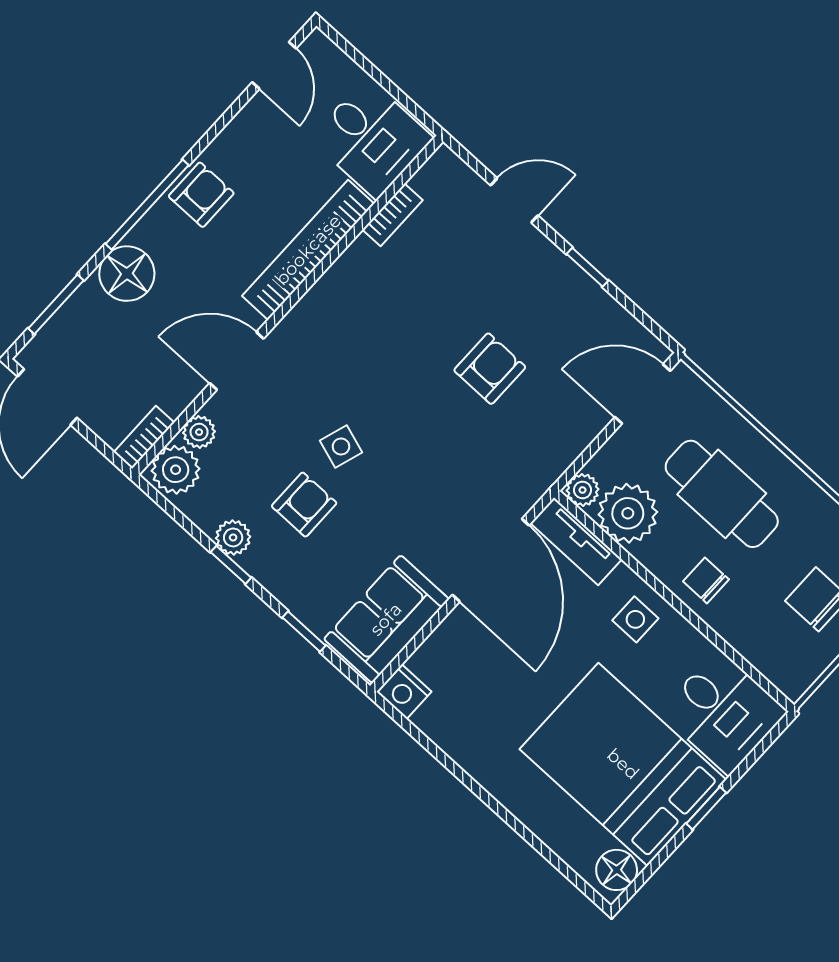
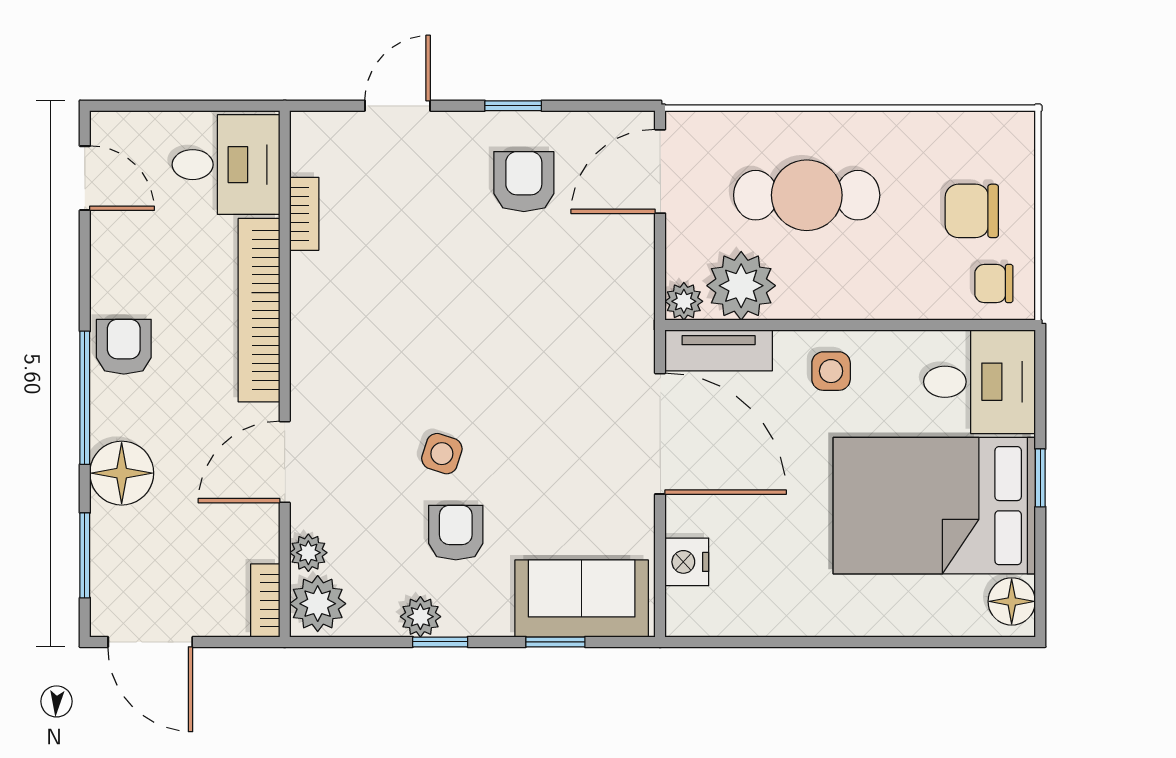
armchair: (490, 369) -> (524, 182), moved
chair: (706, 580) -> (994, 284), moved
sofa: (386, 619) -> (582, 598), moved, turned 90
nightstand: (404, 692) -> (687, 562), moved, turned 90

